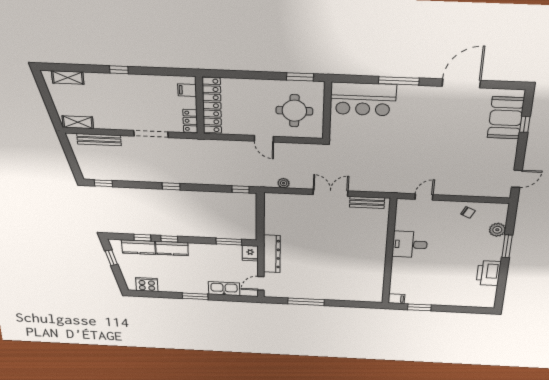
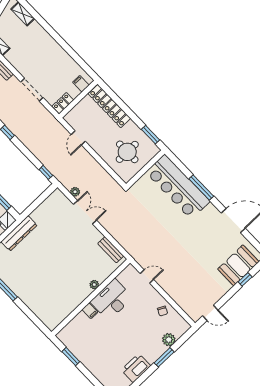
window: (119, 70) -> (56, 37), removed
bar counter: (363, 99) -> (178, 187), width x1.36
locker: (212, 106) -> (109, 106), moved, turned 90
door: (264, 139) -> (78, 138), moved
double door: (331, 193) -> (85, 212), moved
plant: (382, 240) -> (94, 285), added
desk: (410, 244) -> (112, 300), width x1.37
filing cabinet: (396, 299) -> (90, 311), moved

